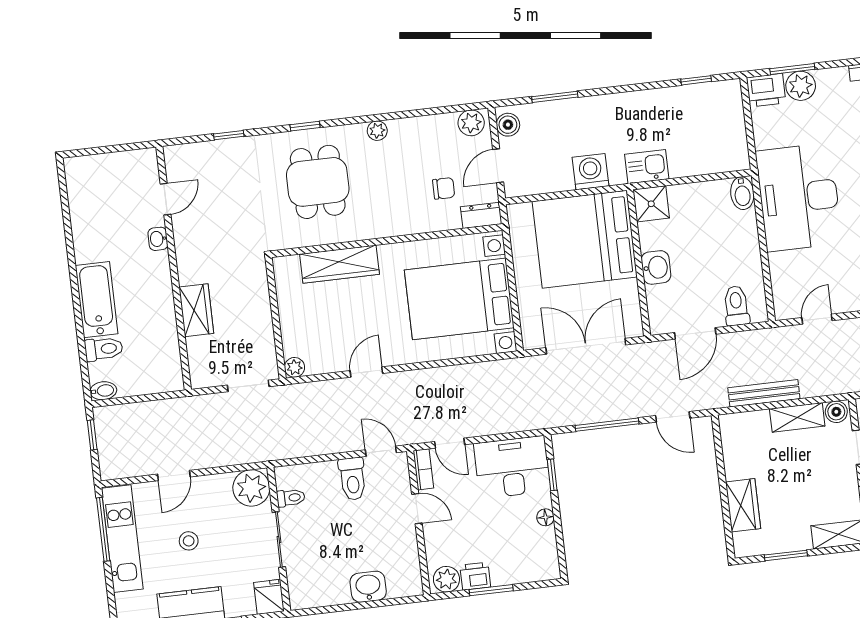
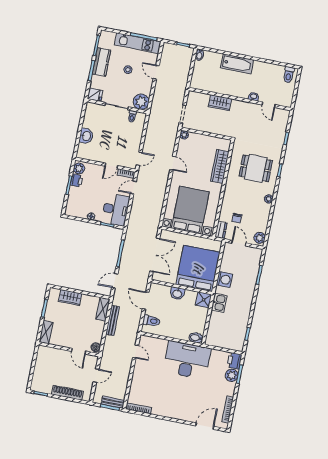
boiler: (508, 125) -> (254, 252), removed
toilet: (104, 349) -> (289, 75), moved
shelving: (797, 417) -> (103, 309), moved
toilet: (352, 479) -> (132, 144), removed

